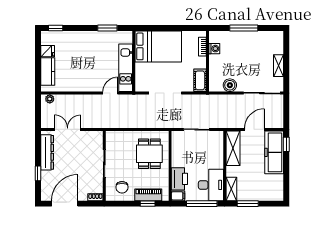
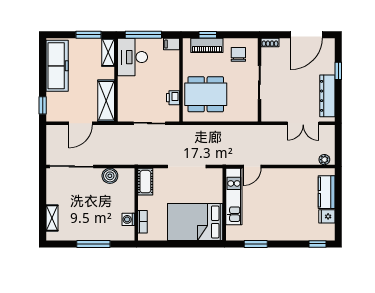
shelving: (279, 66) -> (52, 218), moved
freezer: (274, 152) -> (57, 66), moved
dining table: (149, 154) -> (206, 94), width x1.37
printer: (179, 179) -> (173, 98), moved, width x0.53, depth x0.68

